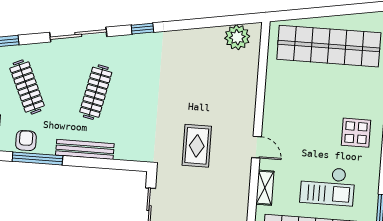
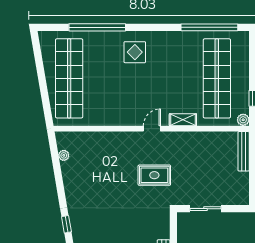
plant: (237, 37) -> (64, 155), width x0.53, depth x0.53
checkout: (327, 186) -> (178, 71), removed

